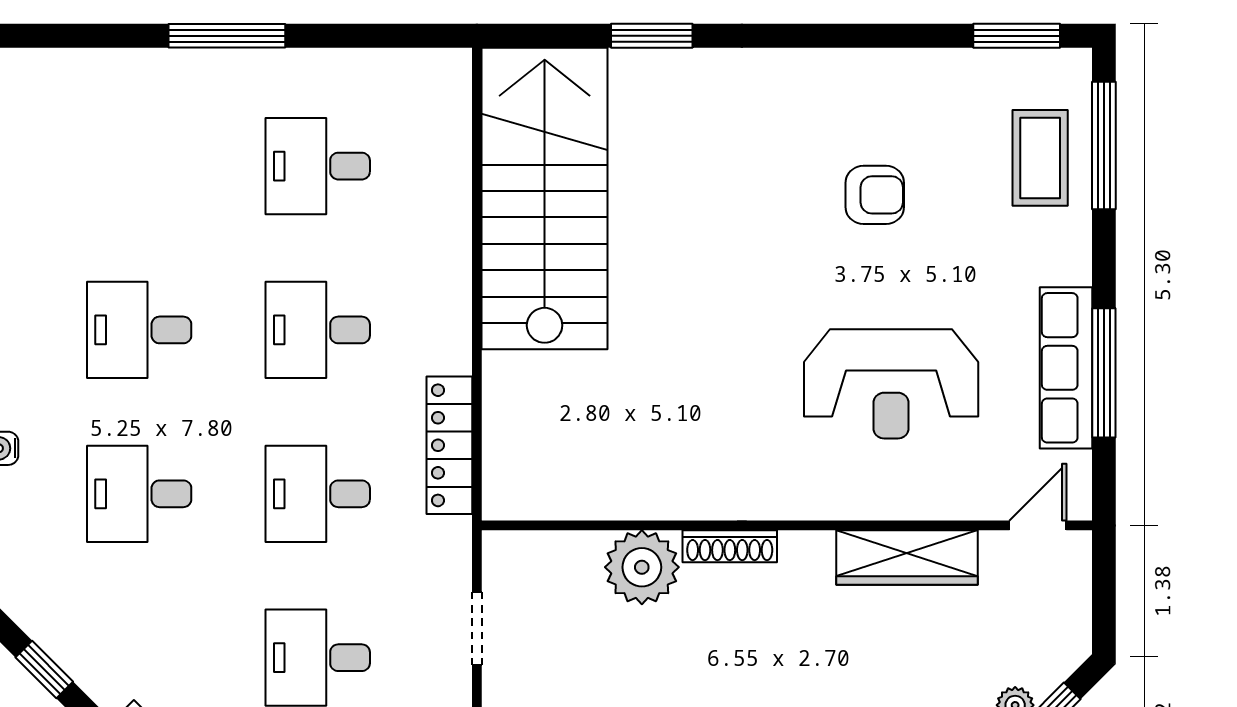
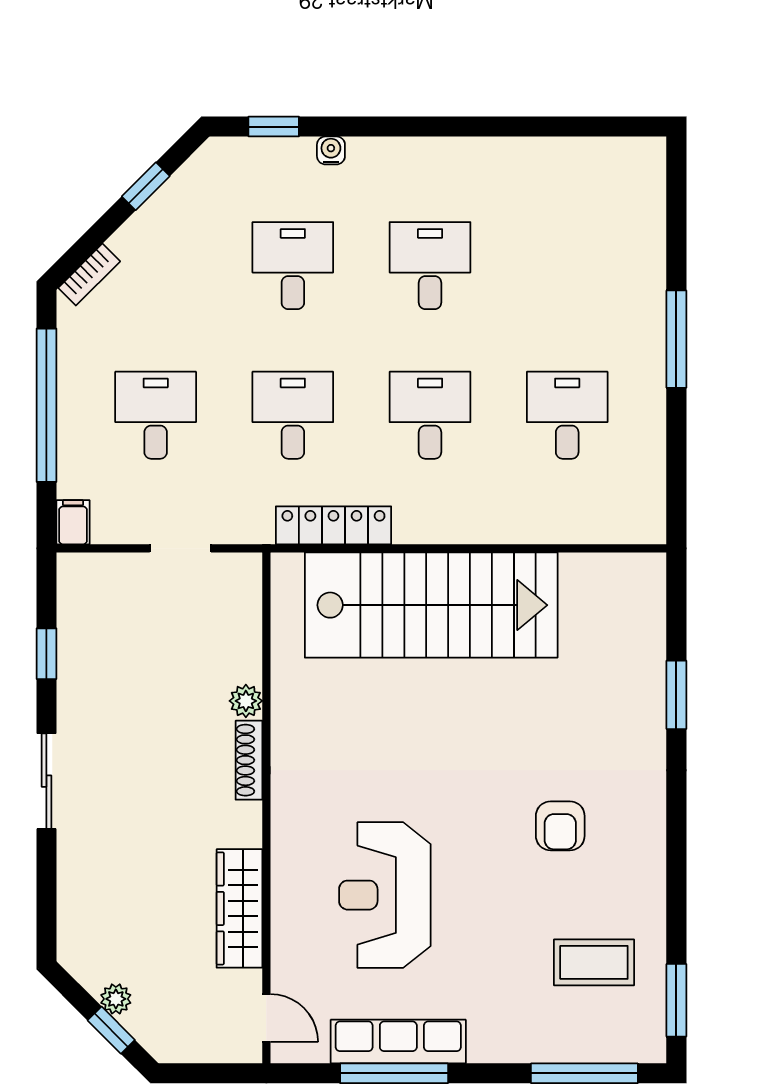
coffee table: (1040, 158) -> (594, 962), moved
armchair: (875, 195) -> (560, 826), moved
stairs: (545, 198) -> (431, 605), moved
plant: (642, 567) -> (246, 701), width x0.53, depth x0.53

